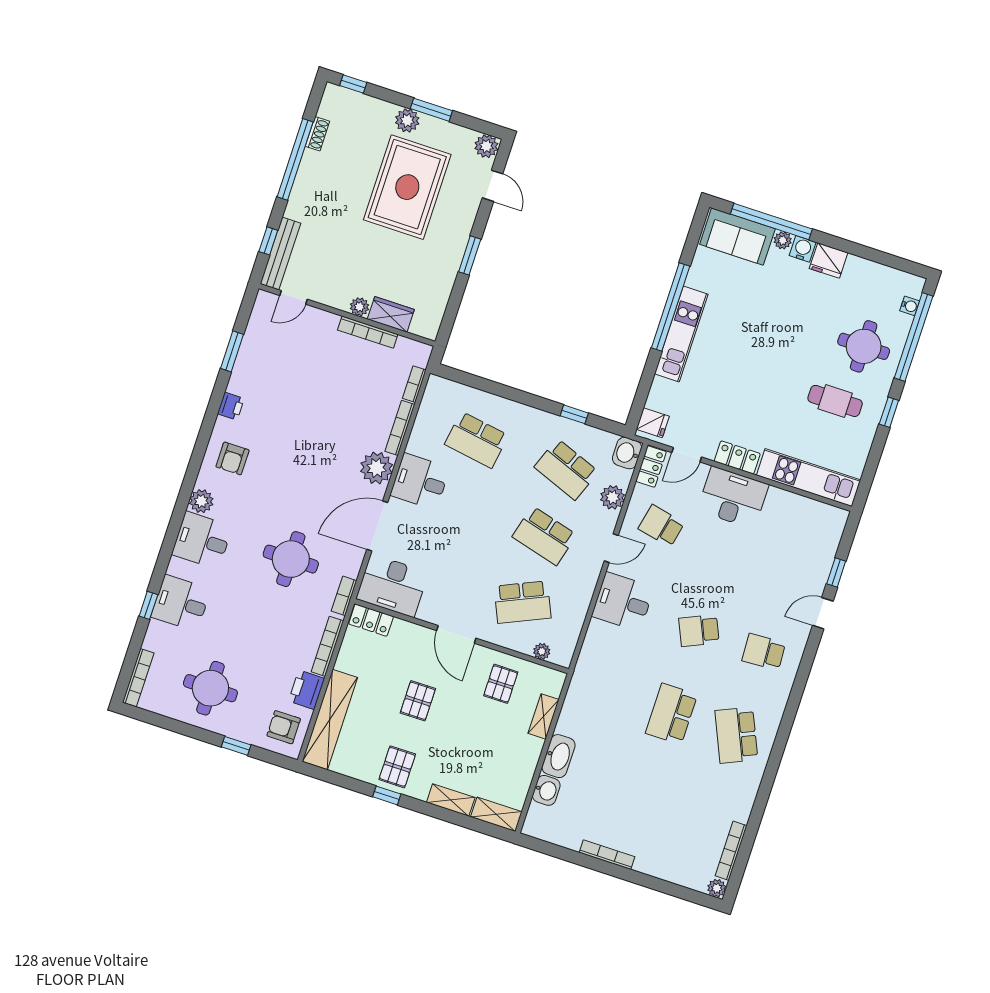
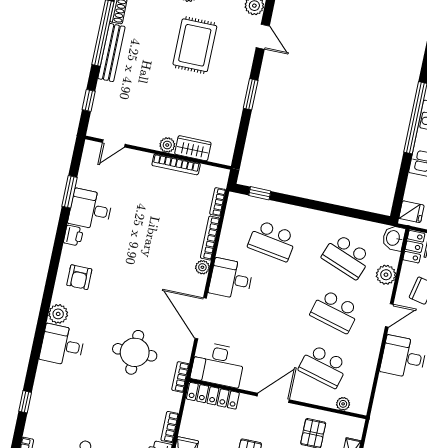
rug: (407, 187) -> (195, 45), width x0.73, depth x0.69
bench: (280, 254) -> (111, 53), moved
window: (574, 414) -> (260, 193), moved
plant: (377, 468) -> (202, 267), width x0.53, depth x0.53
door: (377, 526) -> (201, 318), hinge flipped
school desk: (523, 602) -> (323, 366), turned 39
desk: (181, 603) -> (90, 210), moved
locker: (371, 620) -> (213, 396), width x1.53
door: (456, 634) -> (273, 398), swing flipped
bookcase: (327, 646) -> (170, 427), width x0.64

